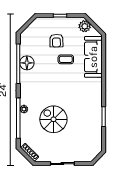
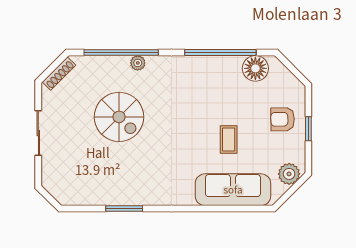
armchair: (56, 41) -> (283, 119), moved
floor lamp: (27, 63) -> (255, 68), moved
spiral stairs: (53, 119) -> (119, 117), turned 90

